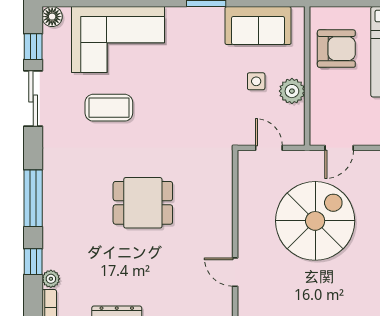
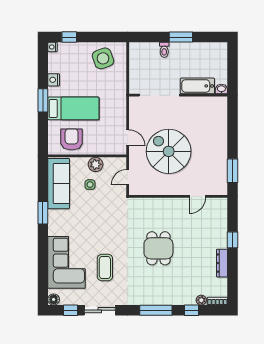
sofa: (258, 26) -> (59, 184), width x1.36

